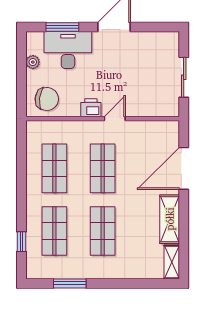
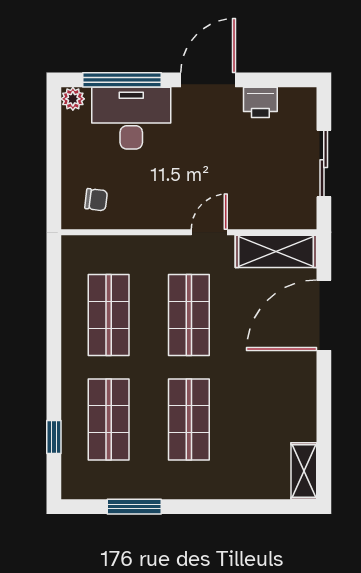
window: (62, 27) -> (122, 80), width x1.44
plant: (33, 62) -> (73, 99), moved
chair: (47, 99) -> (96, 200), width x0.54, depth x0.54
printer: (91, 108) -> (260, 102), moved, turned 180
shelving: (170, 219) -> (276, 251), moved, turned 90

